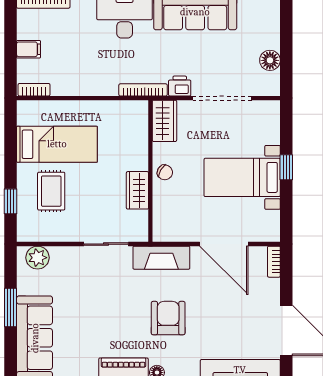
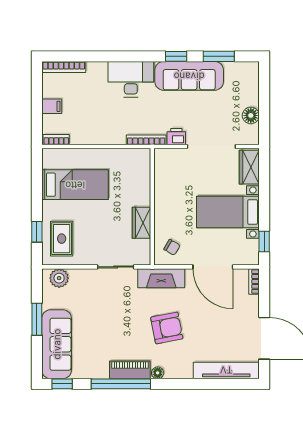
wardrobe: (164, 121) -> (249, 167), moved, turned 180
window: (286, 167) -> (264, 242), moved
chair: (165, 172) -> (172, 247), moved
rug: (51, 191) -> (62, 239), moved
armchair: (168, 318) -> (167, 328), turned 79

